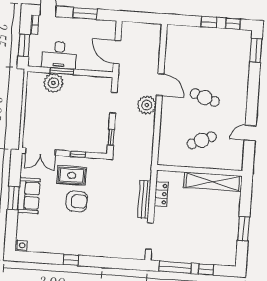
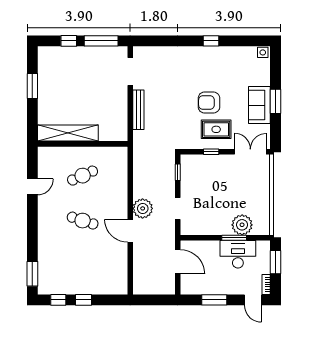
locker: (161, 194) -> (121, 116), removed

